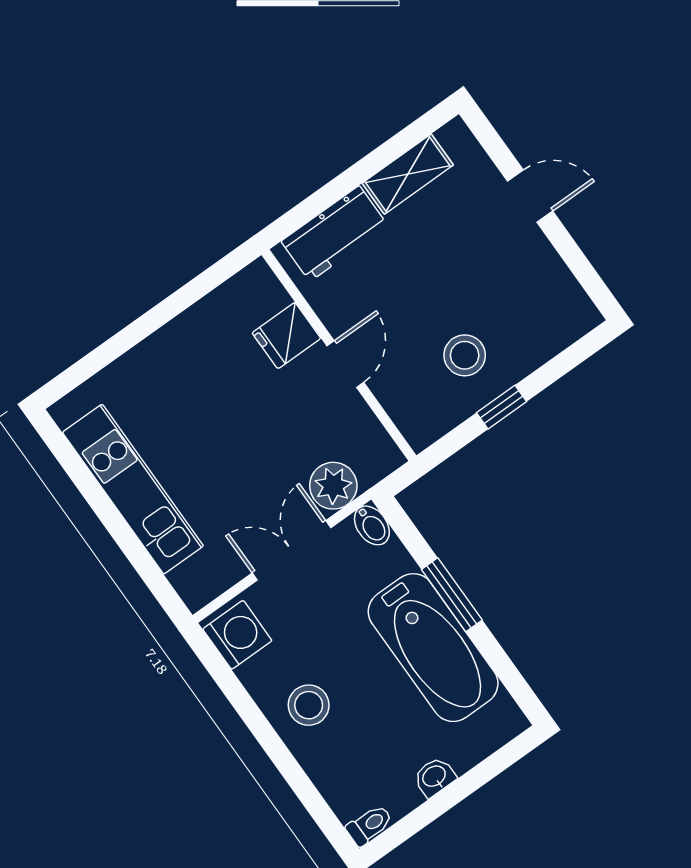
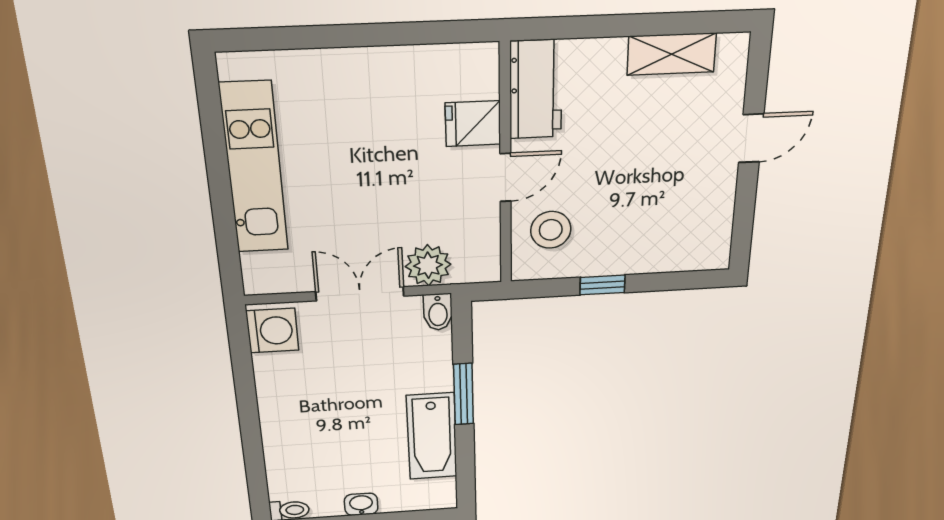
door: (530, 196) -> (751, 138), hinge flipped
workbench: (335, 233) -> (536, 90), moved, turned -90
stool: (465, 355) -> (551, 230), moved
bathtub: (433, 648) -> (432, 436), width x0.73, depth x0.73
stool: (309, 705) -> (297, 410), removed

